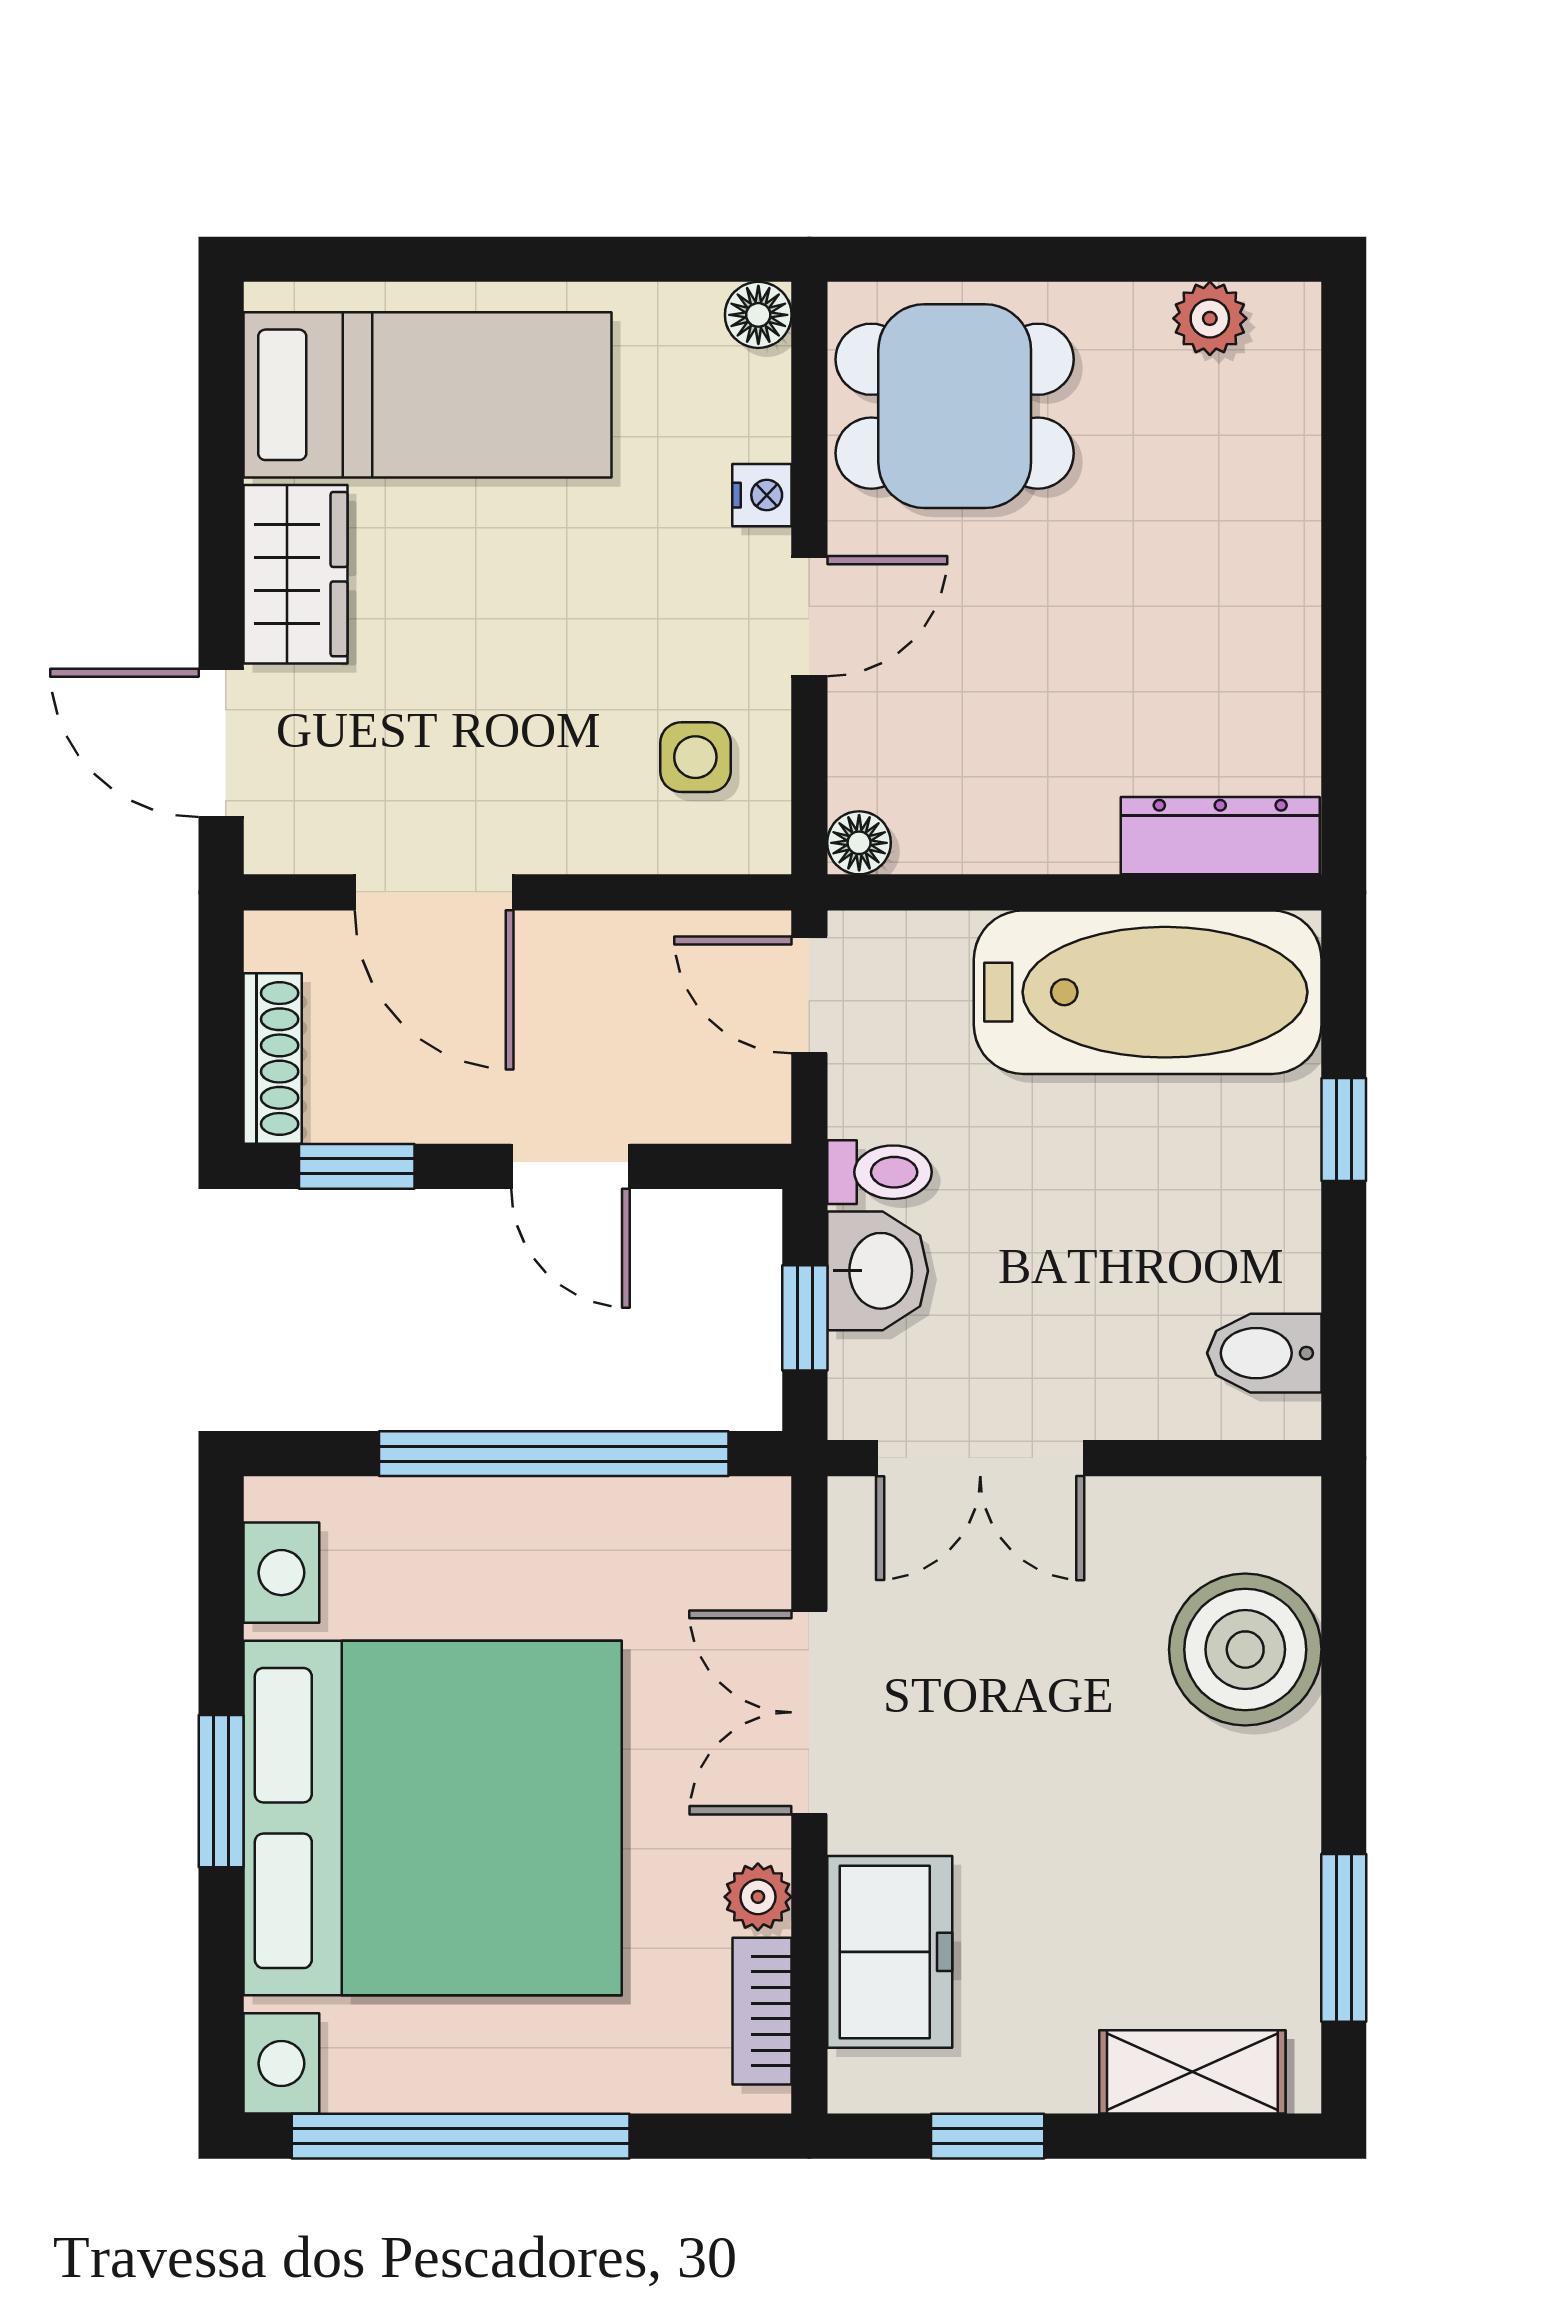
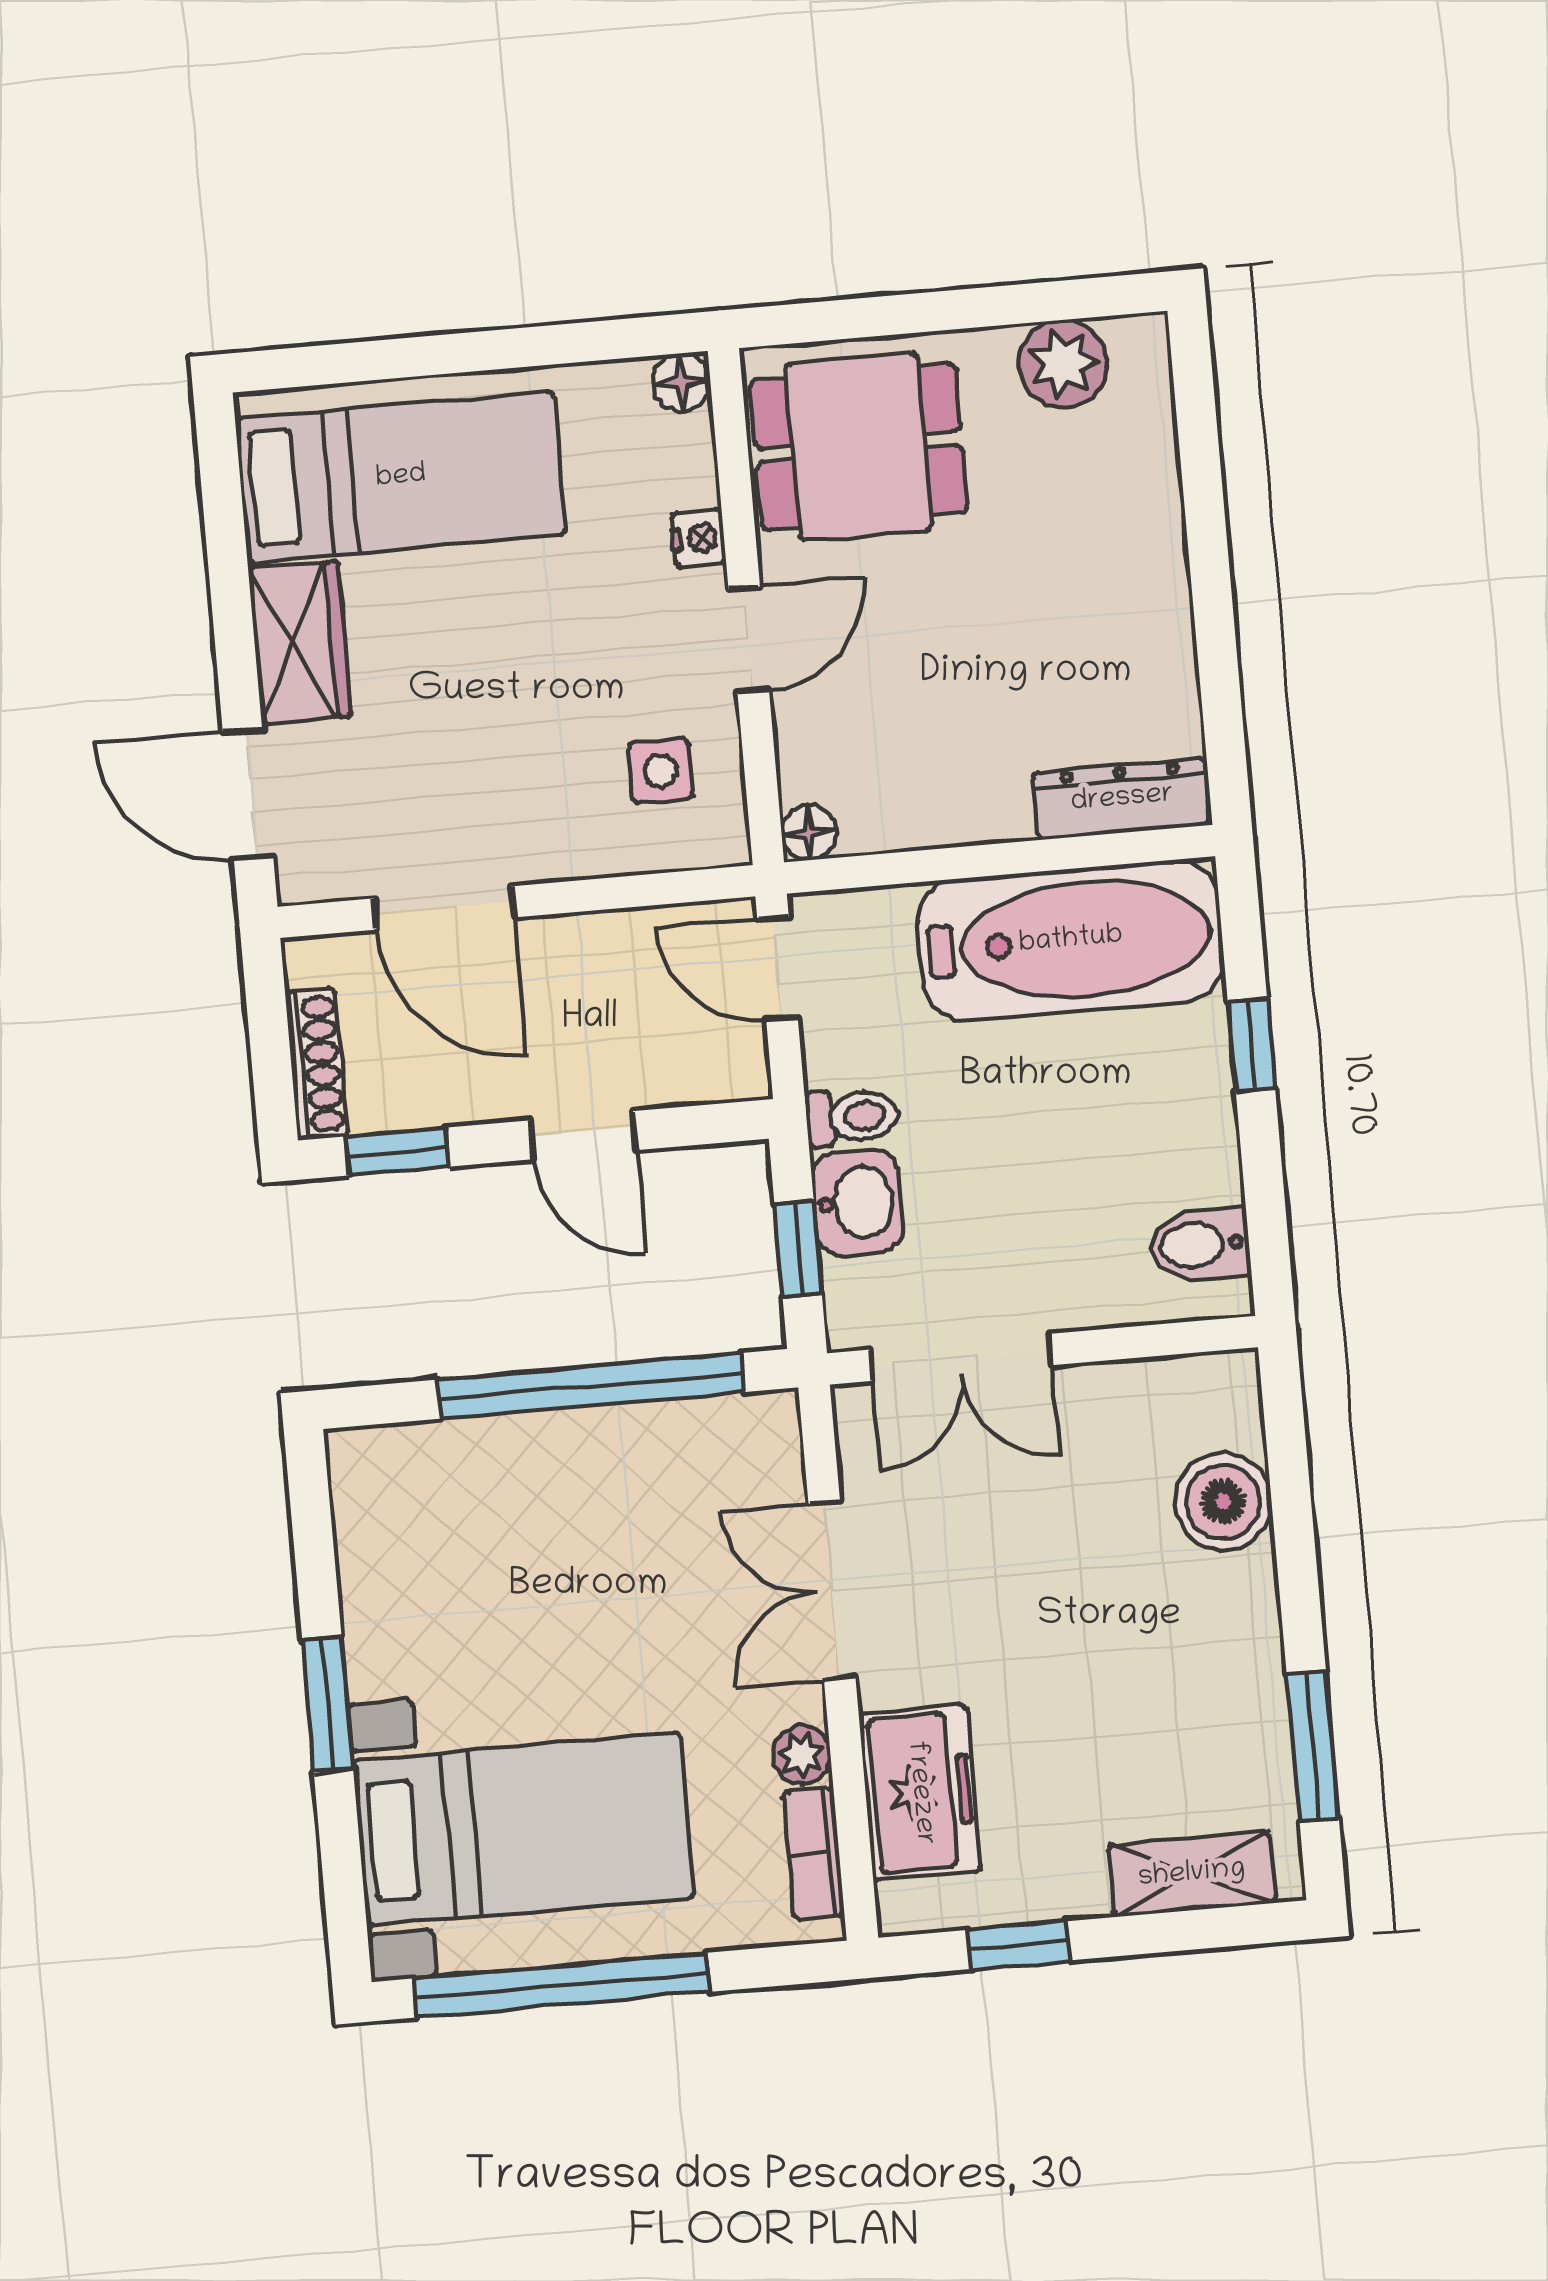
plant: (1210, 318) -> (1063, 364), width x1.38, depth x1.38
boiler: (1245, 1650) -> (1223, 1502), width x0.73, depth x0.73
bed with nightstands: (433, 1818) -> (523, 1829), width x0.54

